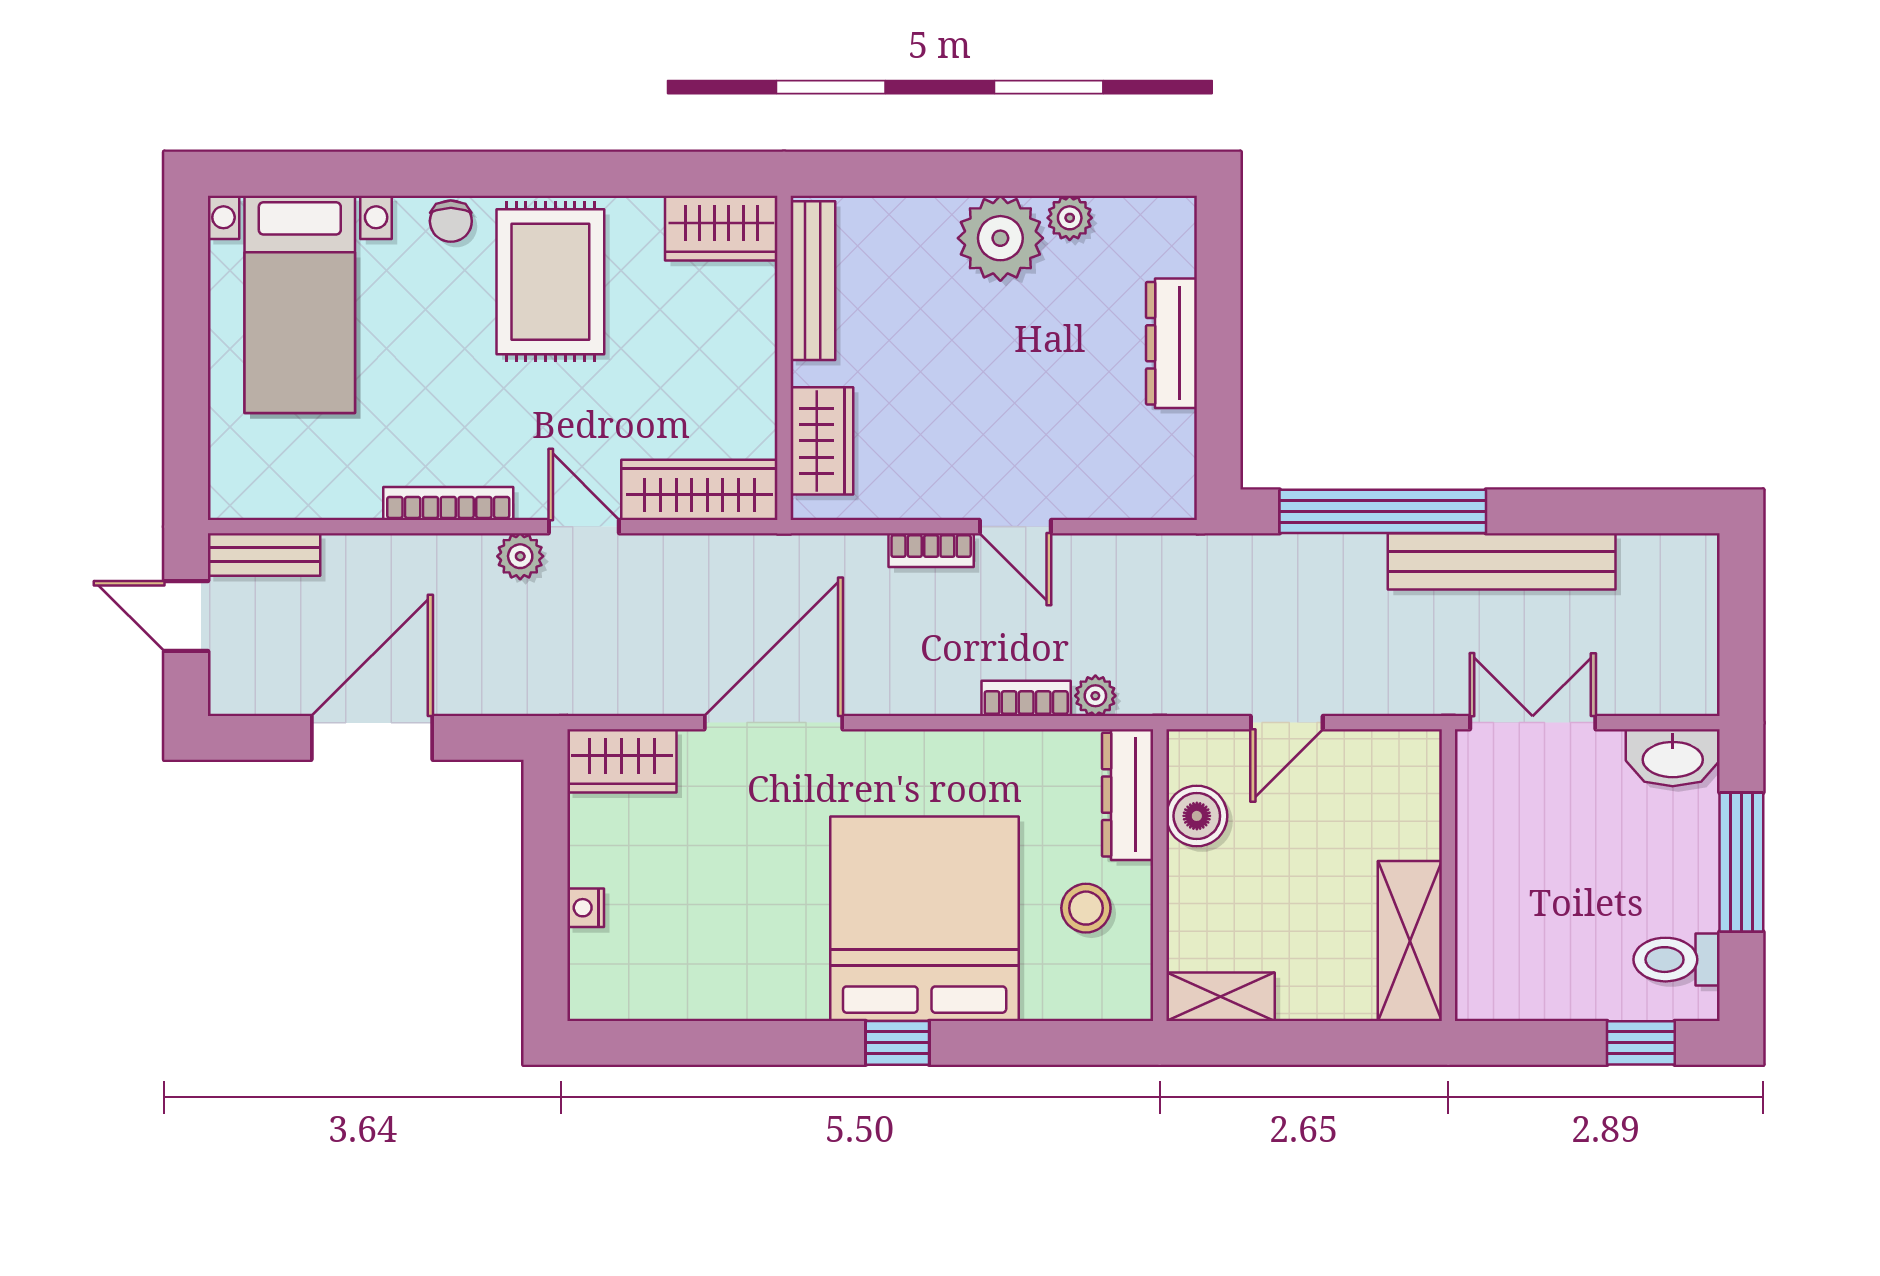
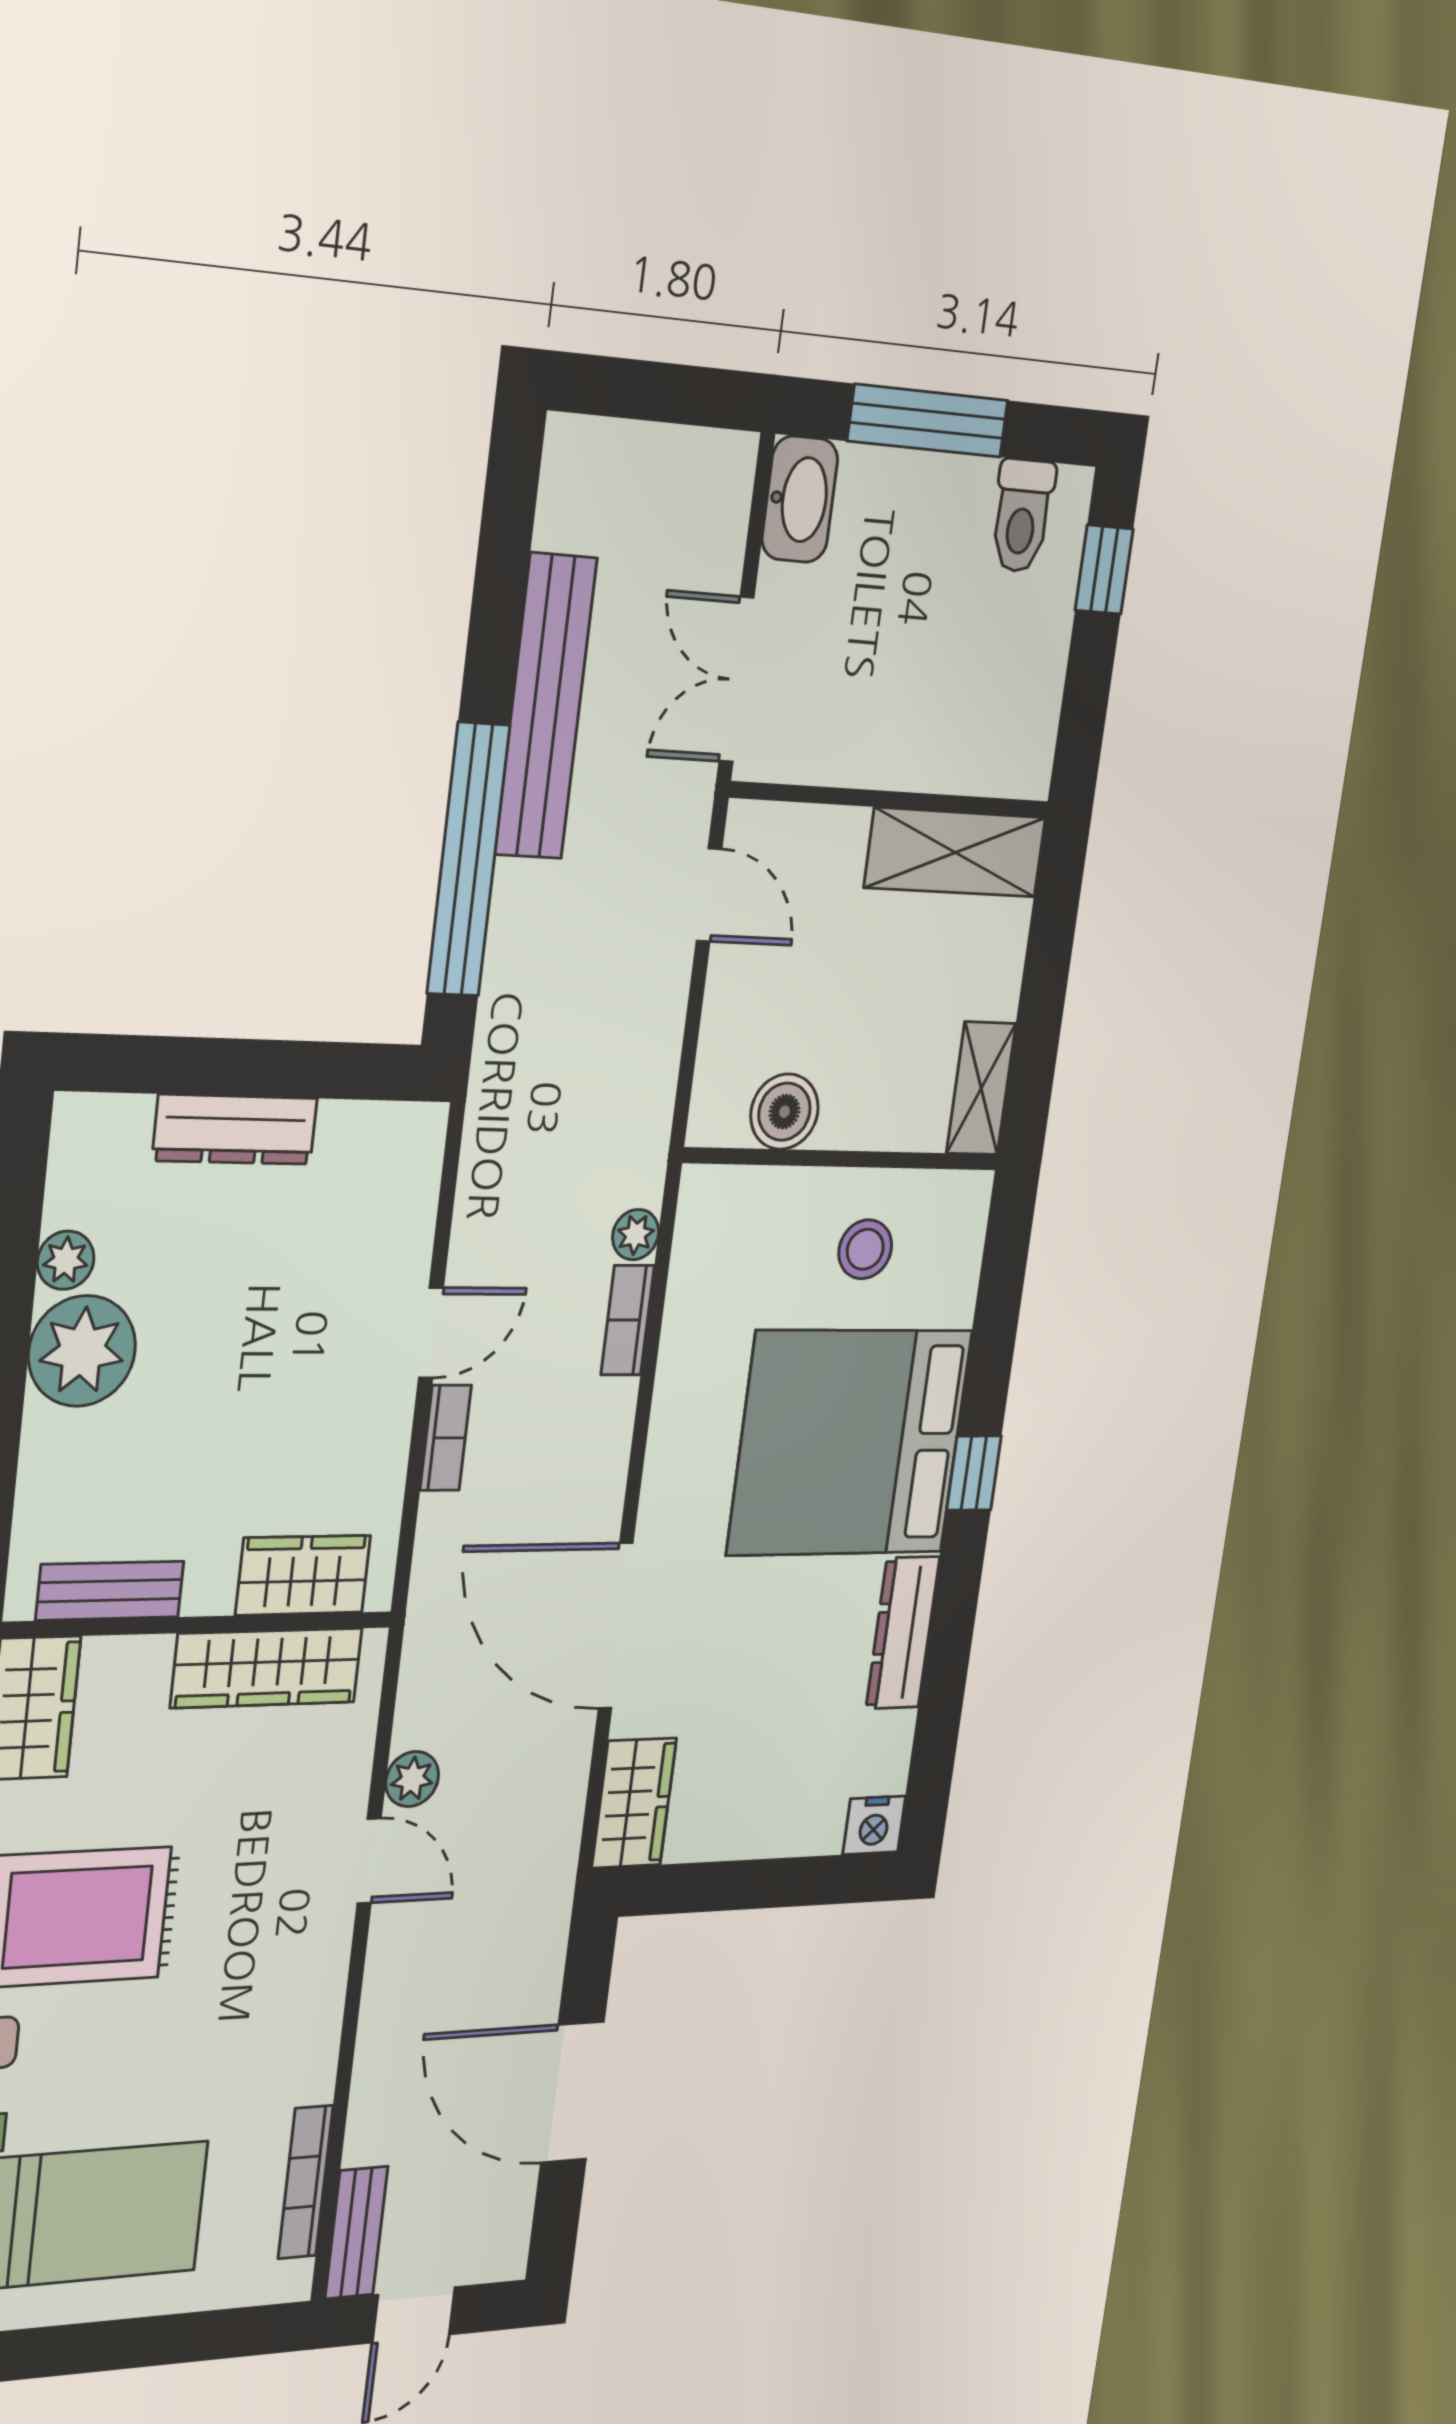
bench: (813, 281) -> (110, 1591), width x0.73
wardrobe: (699, 490) -> (267, 1668), moved, turned -90
bookcase: (448, 503) -> (306, 2182), moved
door: (584, 527) -> (369, 1861), swing flipped
plant: (520, 556) -> (412, 1779), moved
door: (1287, 723) -> (709, 895), moved
dresser: (1128, 795) -> (903, 1633), moved, turned 90
nightstand: (586, 908) -> (874, 1825), moved, width x1.39, depth x1.35

